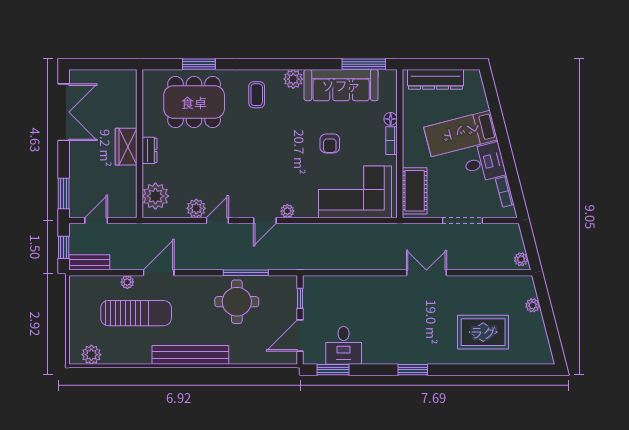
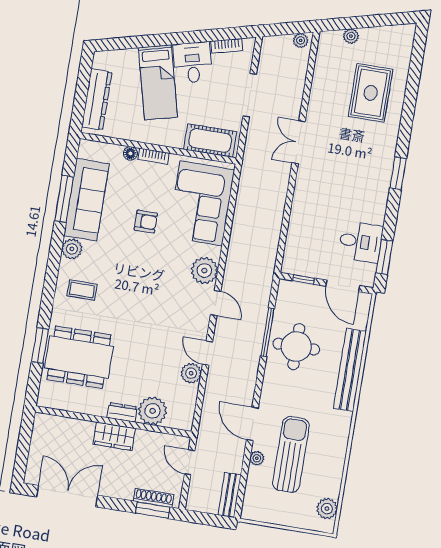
window: (364, 64) -> (64, 199), moved
dining table: (194, 102) -> (79, 357), turned 90
shoe rack: (75, 192) -> (154, 498), added
plant: (155, 196) -> (153, 411), moved
plant: (287, 211) -> (204, 271), width x1.87, depth x1.87
door: (96, 220) -> (190, 462), moved
window: (64, 247) -> (209, 519), removed
bench: (190, 355) -> (350, 370), moved

